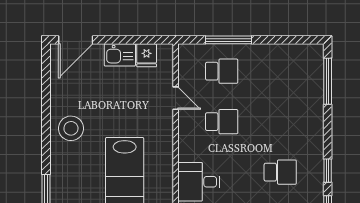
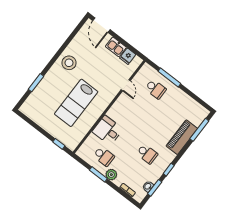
door: (76, 40) -> (101, 25), hinge flipped
piano: (311, 111) -> (182, 137), added
school desk: (222, 122) -> (138, 111), removed

